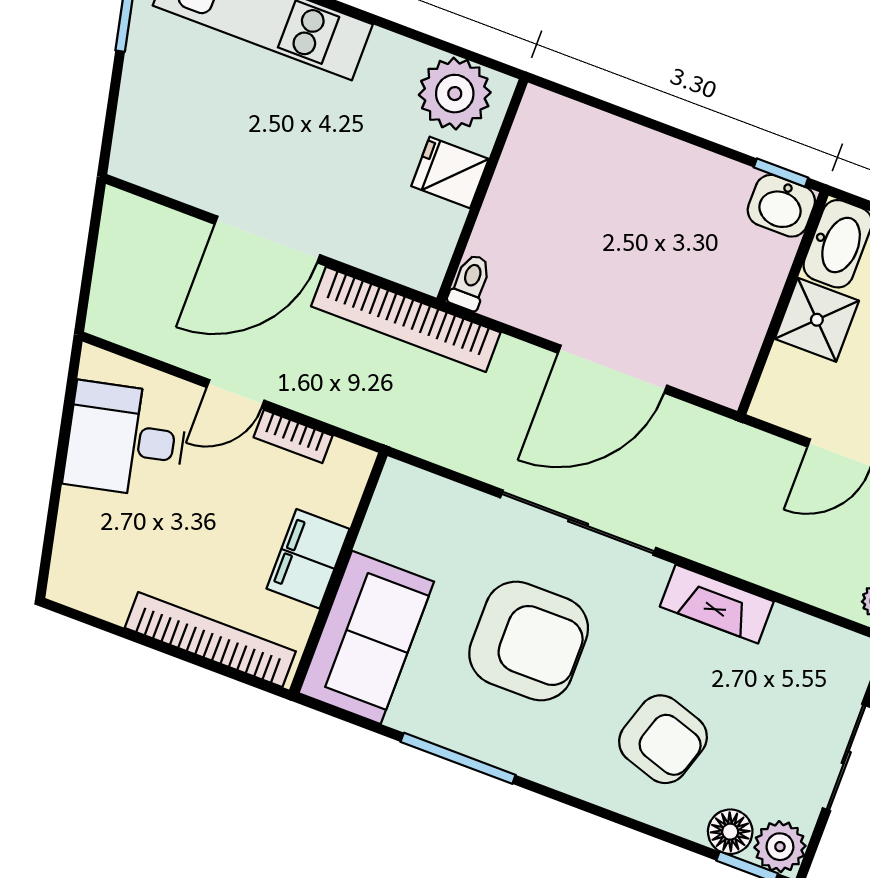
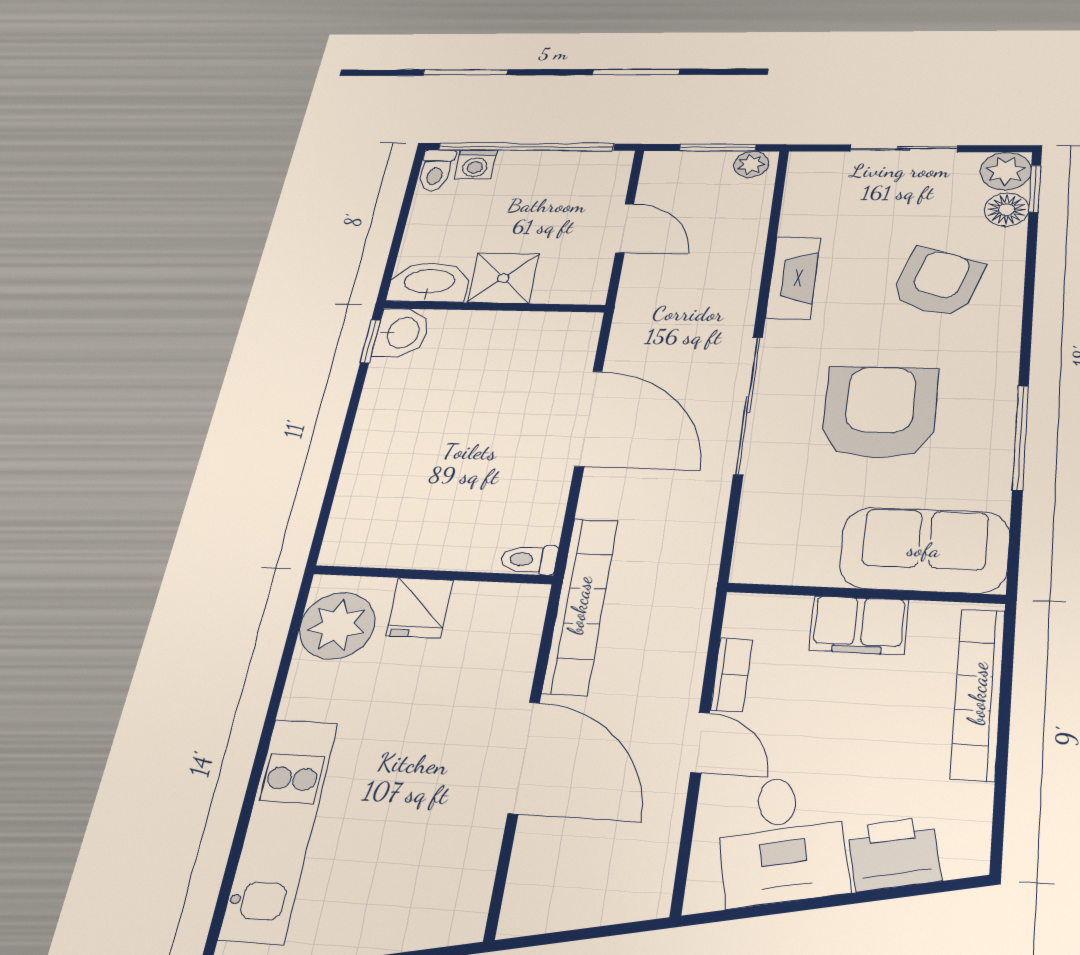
printer: (86, 528) -> (894, 854), added

